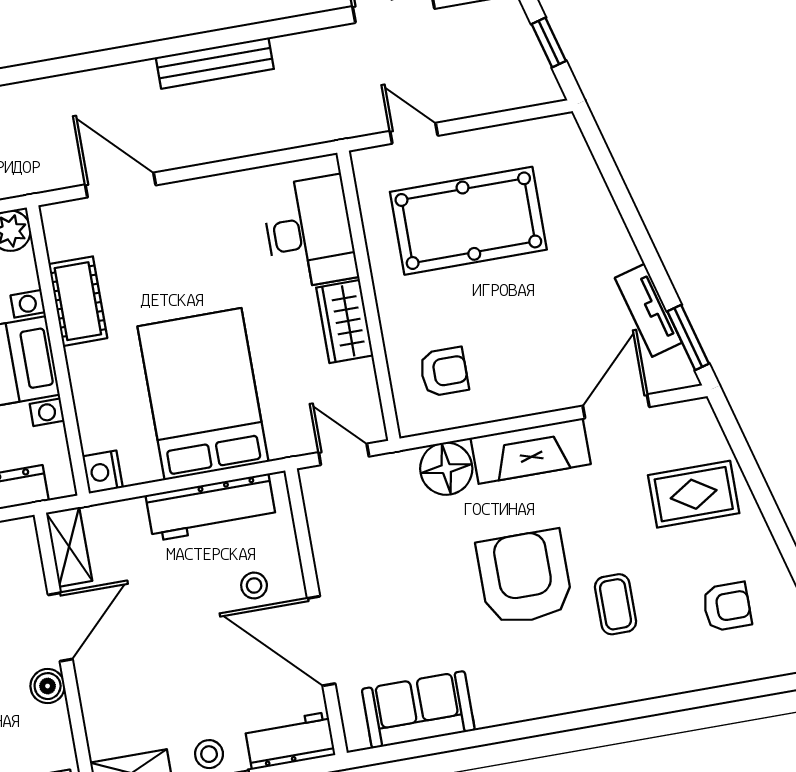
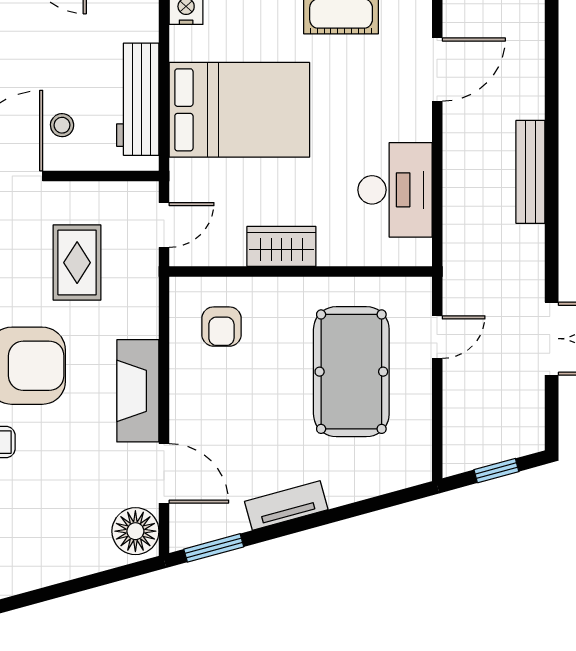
desk: (310, 232) -> (395, 190), moved, turned -90
tv unit: (648, 310) -> (286, 505), moved
floor lamp: (446, 469) -> (135, 531), moved
rug: (694, 494) -> (77, 263), moved

